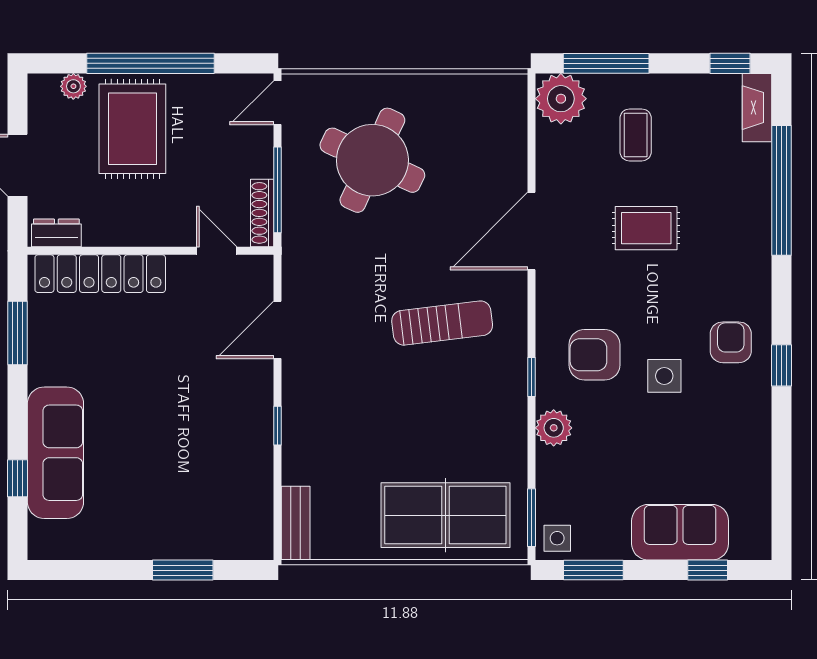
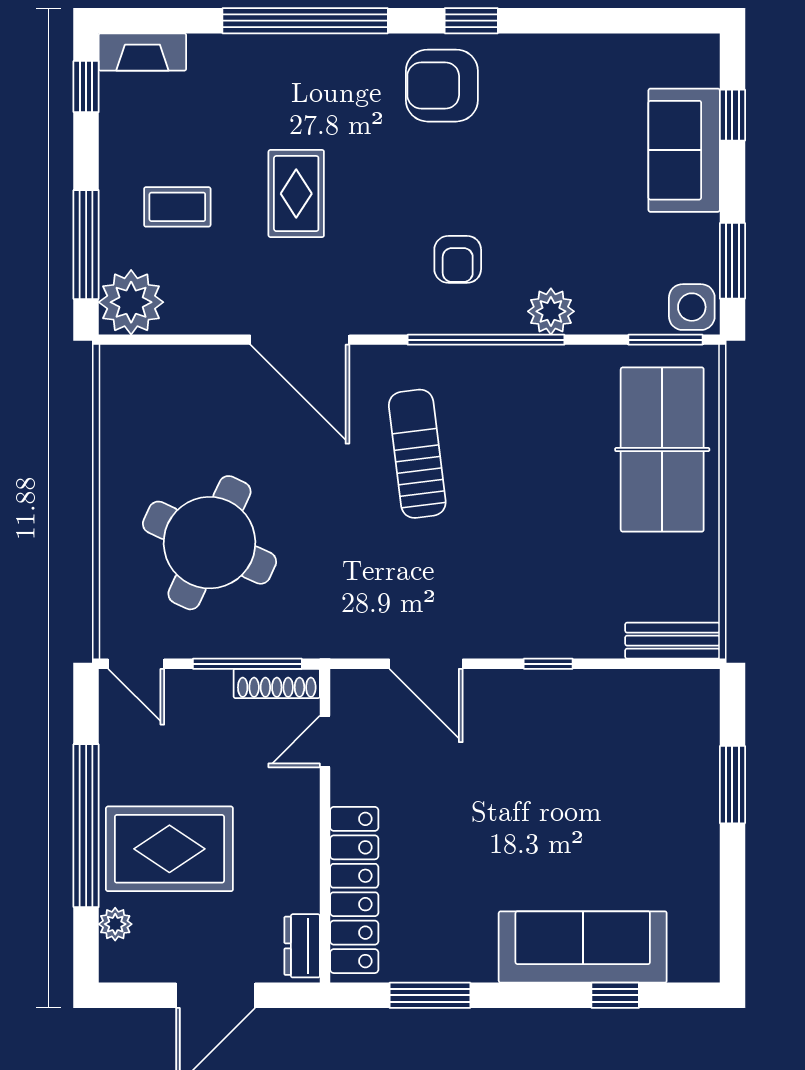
window: (782, 190) -> (305, 21), moved
armchair: (731, 342) -> (442, 86), width x1.38, depth x1.38
armchair: (595, 355) -> (458, 259), width x0.72, depth x0.72
side table: (664, 376) -> (485, 170), removed
window: (532, 377) -> (486, 340), width x3.17
side table: (557, 538) -> (692, 307), width x1.37, depth x1.37

